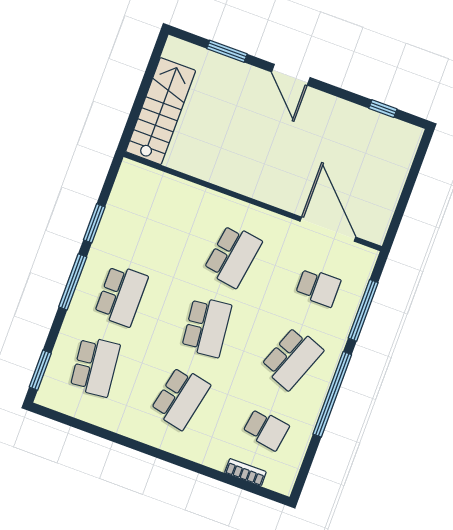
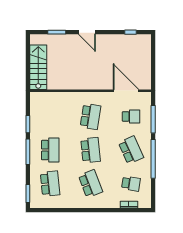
school desk: (292, 358) -> (131, 150), turned -45
school desk: (180, 398) -> (91, 184), turned -33

